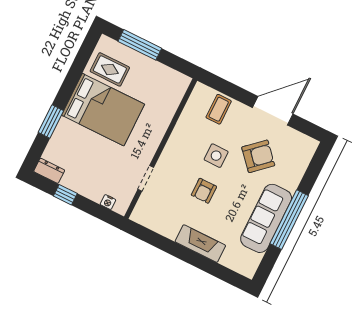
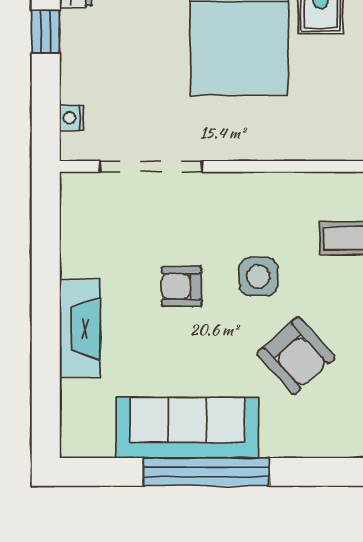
doorway: (146, 178) -> (151, 166), width x1.88

